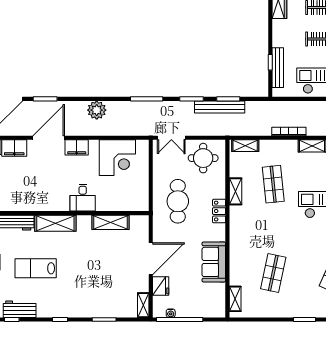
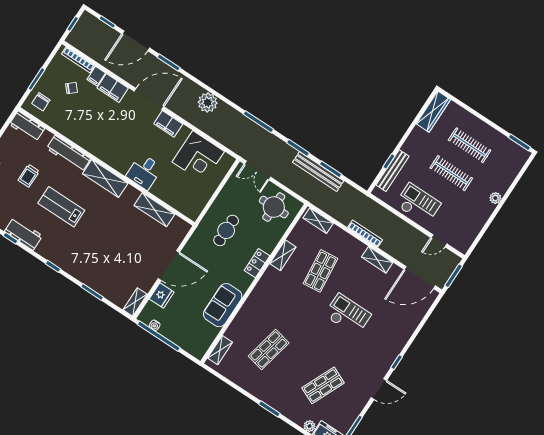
cafe table: (178, 201) -> (226, 230), width x0.73, depth x0.74

